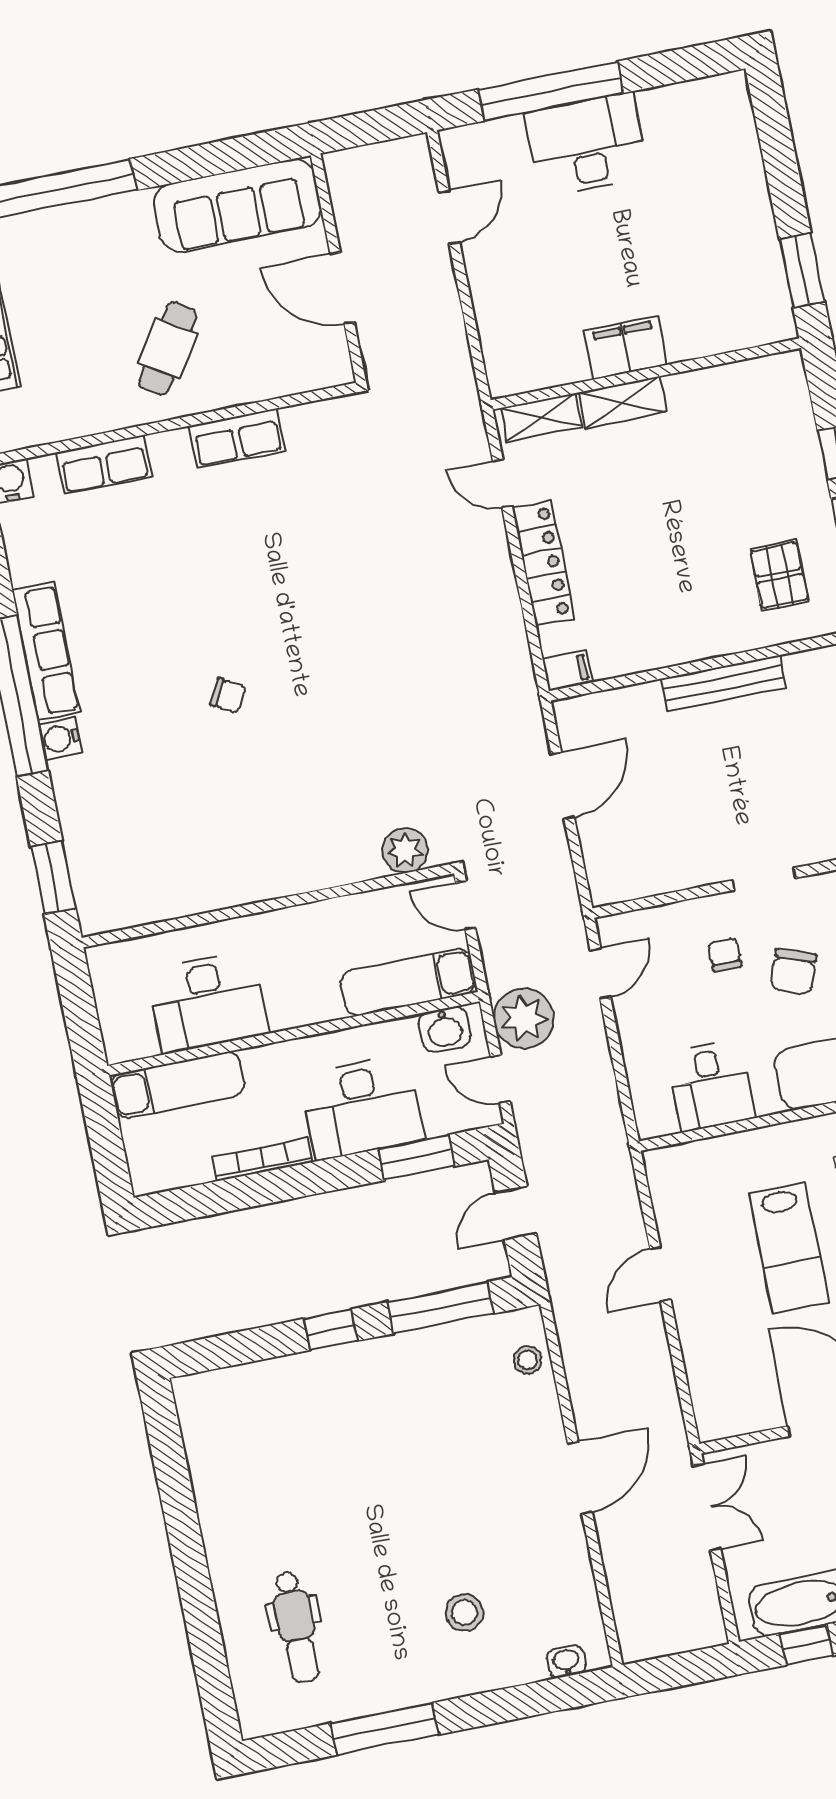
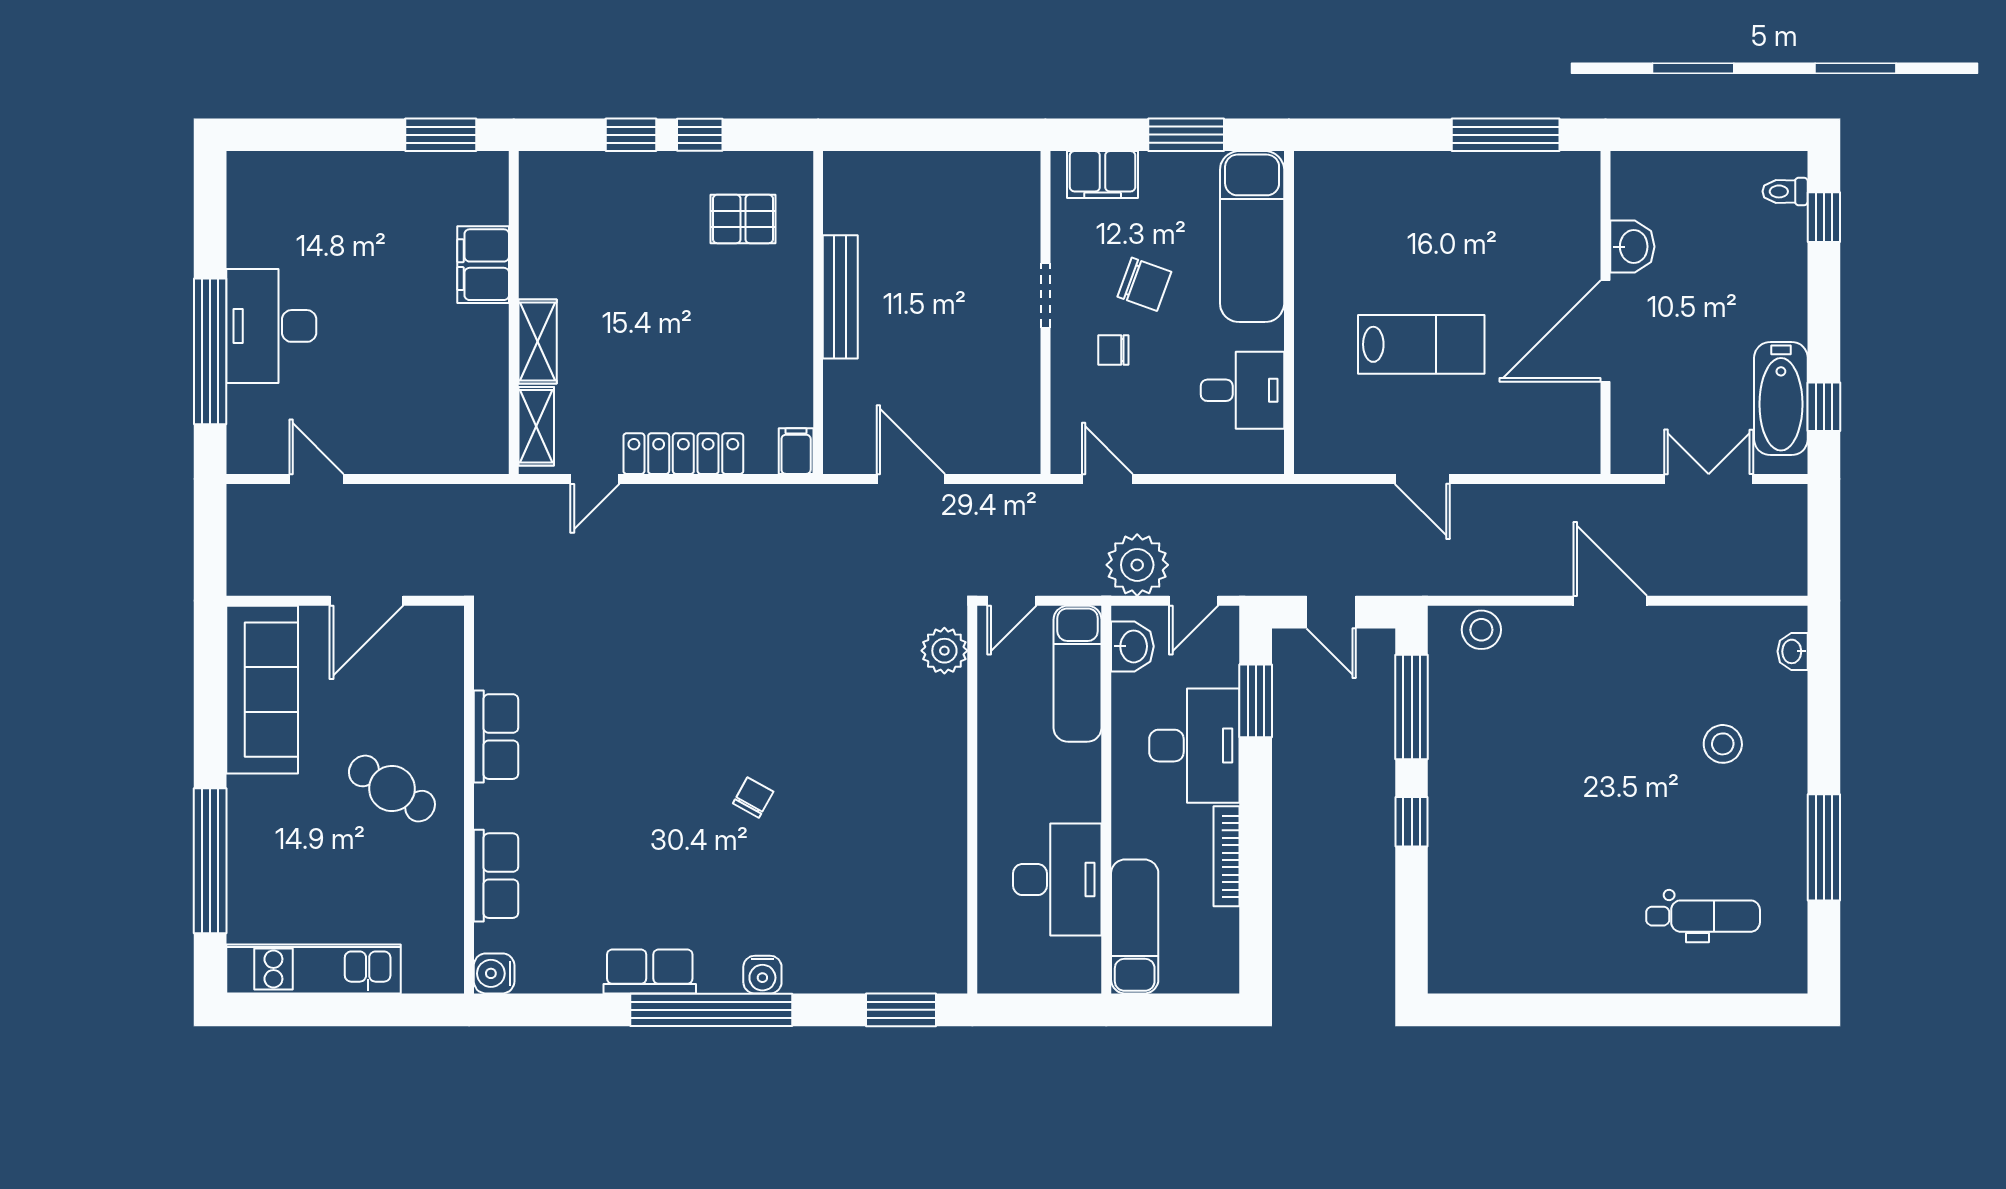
filing cabinet: (626, 348) -> (483, 265), moved
row of seats: (46, 651) -> (650, 971), width x0.68
stool: (527, 1360) -> (1481, 630), width x1.37, depth x1.37
double door: (707, 1507) -> (1709, 479), moved

